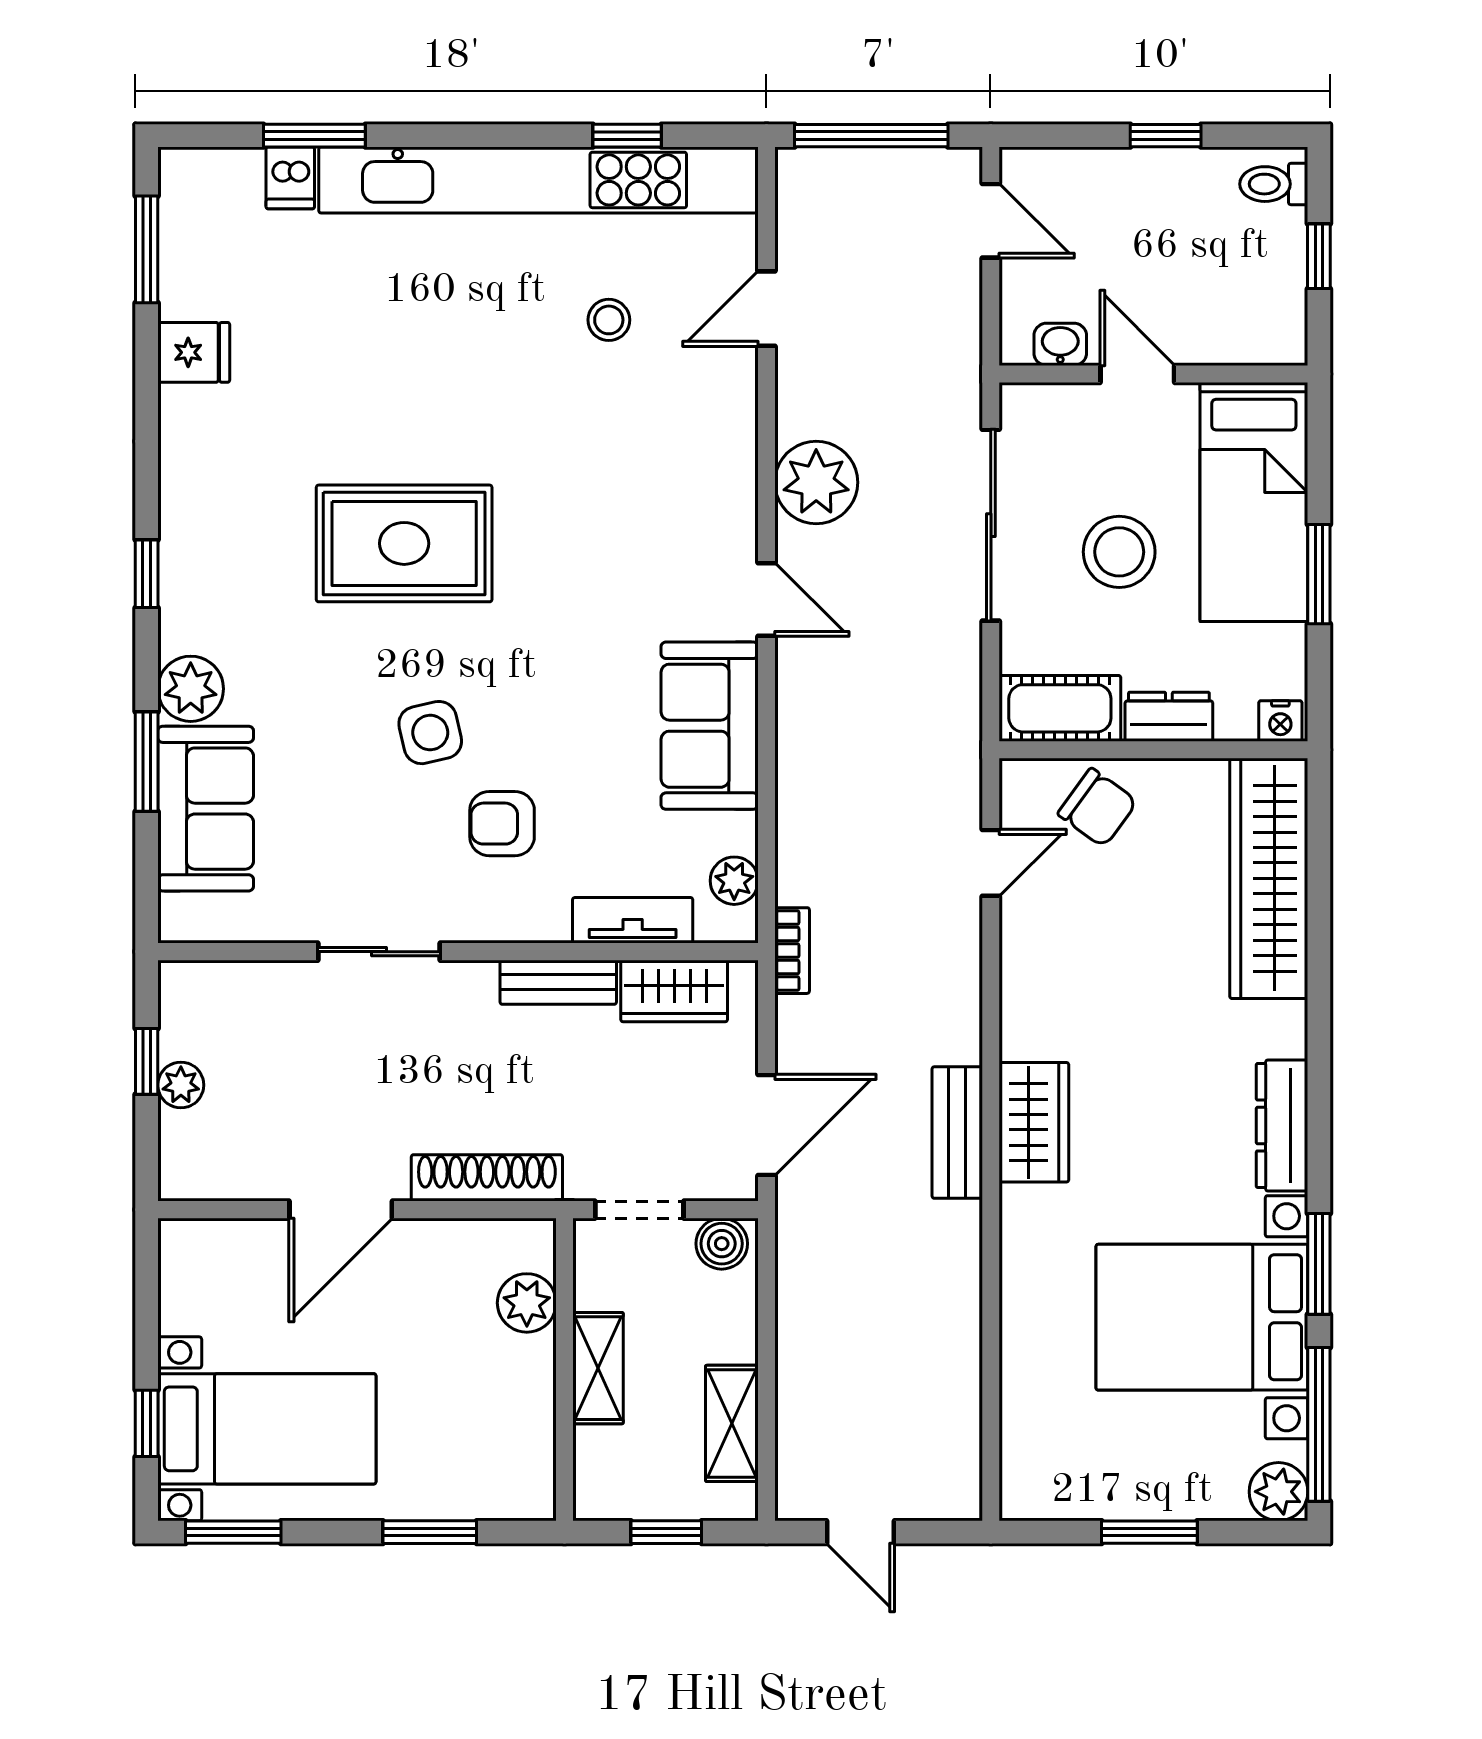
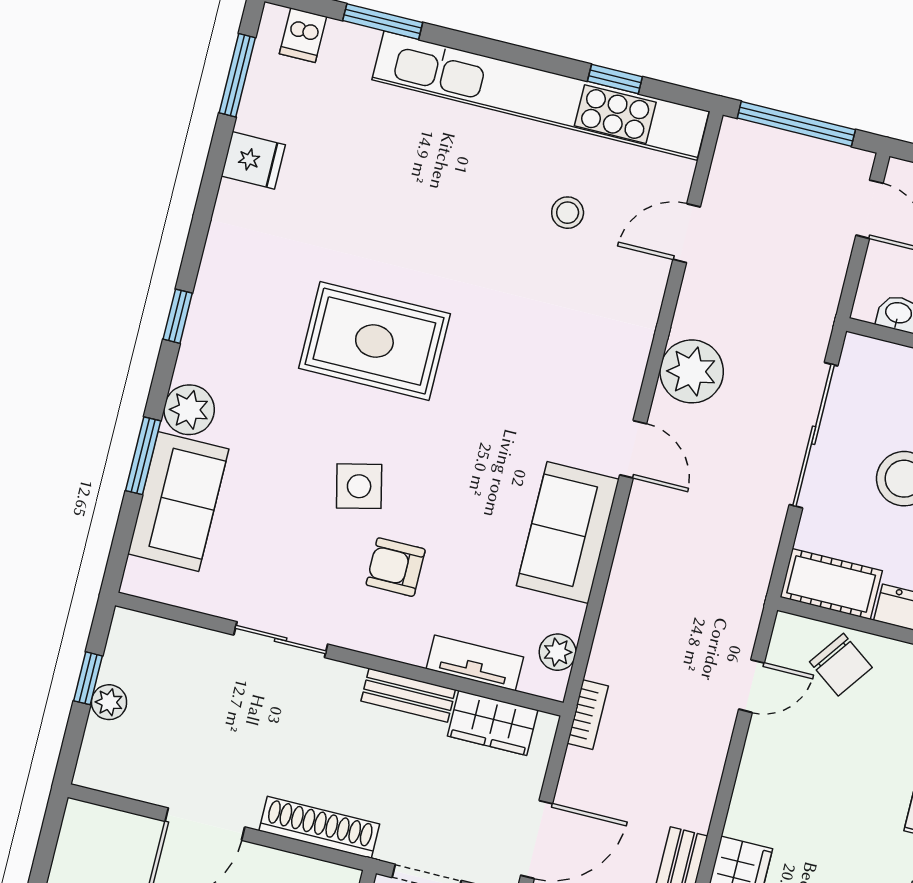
dishwasher: (290, 178) -> (303, 35), moved

